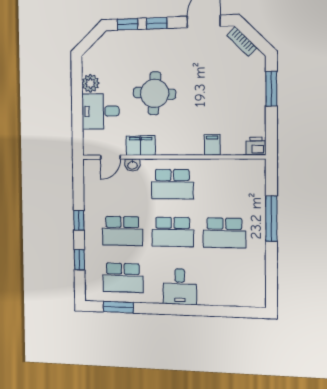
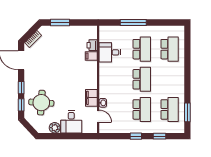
round table: (155, 93) -> (41, 103), moved
printer: (256, 146) -> (92, 45), moved
school desk: (172, 184) -> (170, 49), moved
desk: (180, 287) -> (110, 52), moved, turned 180

